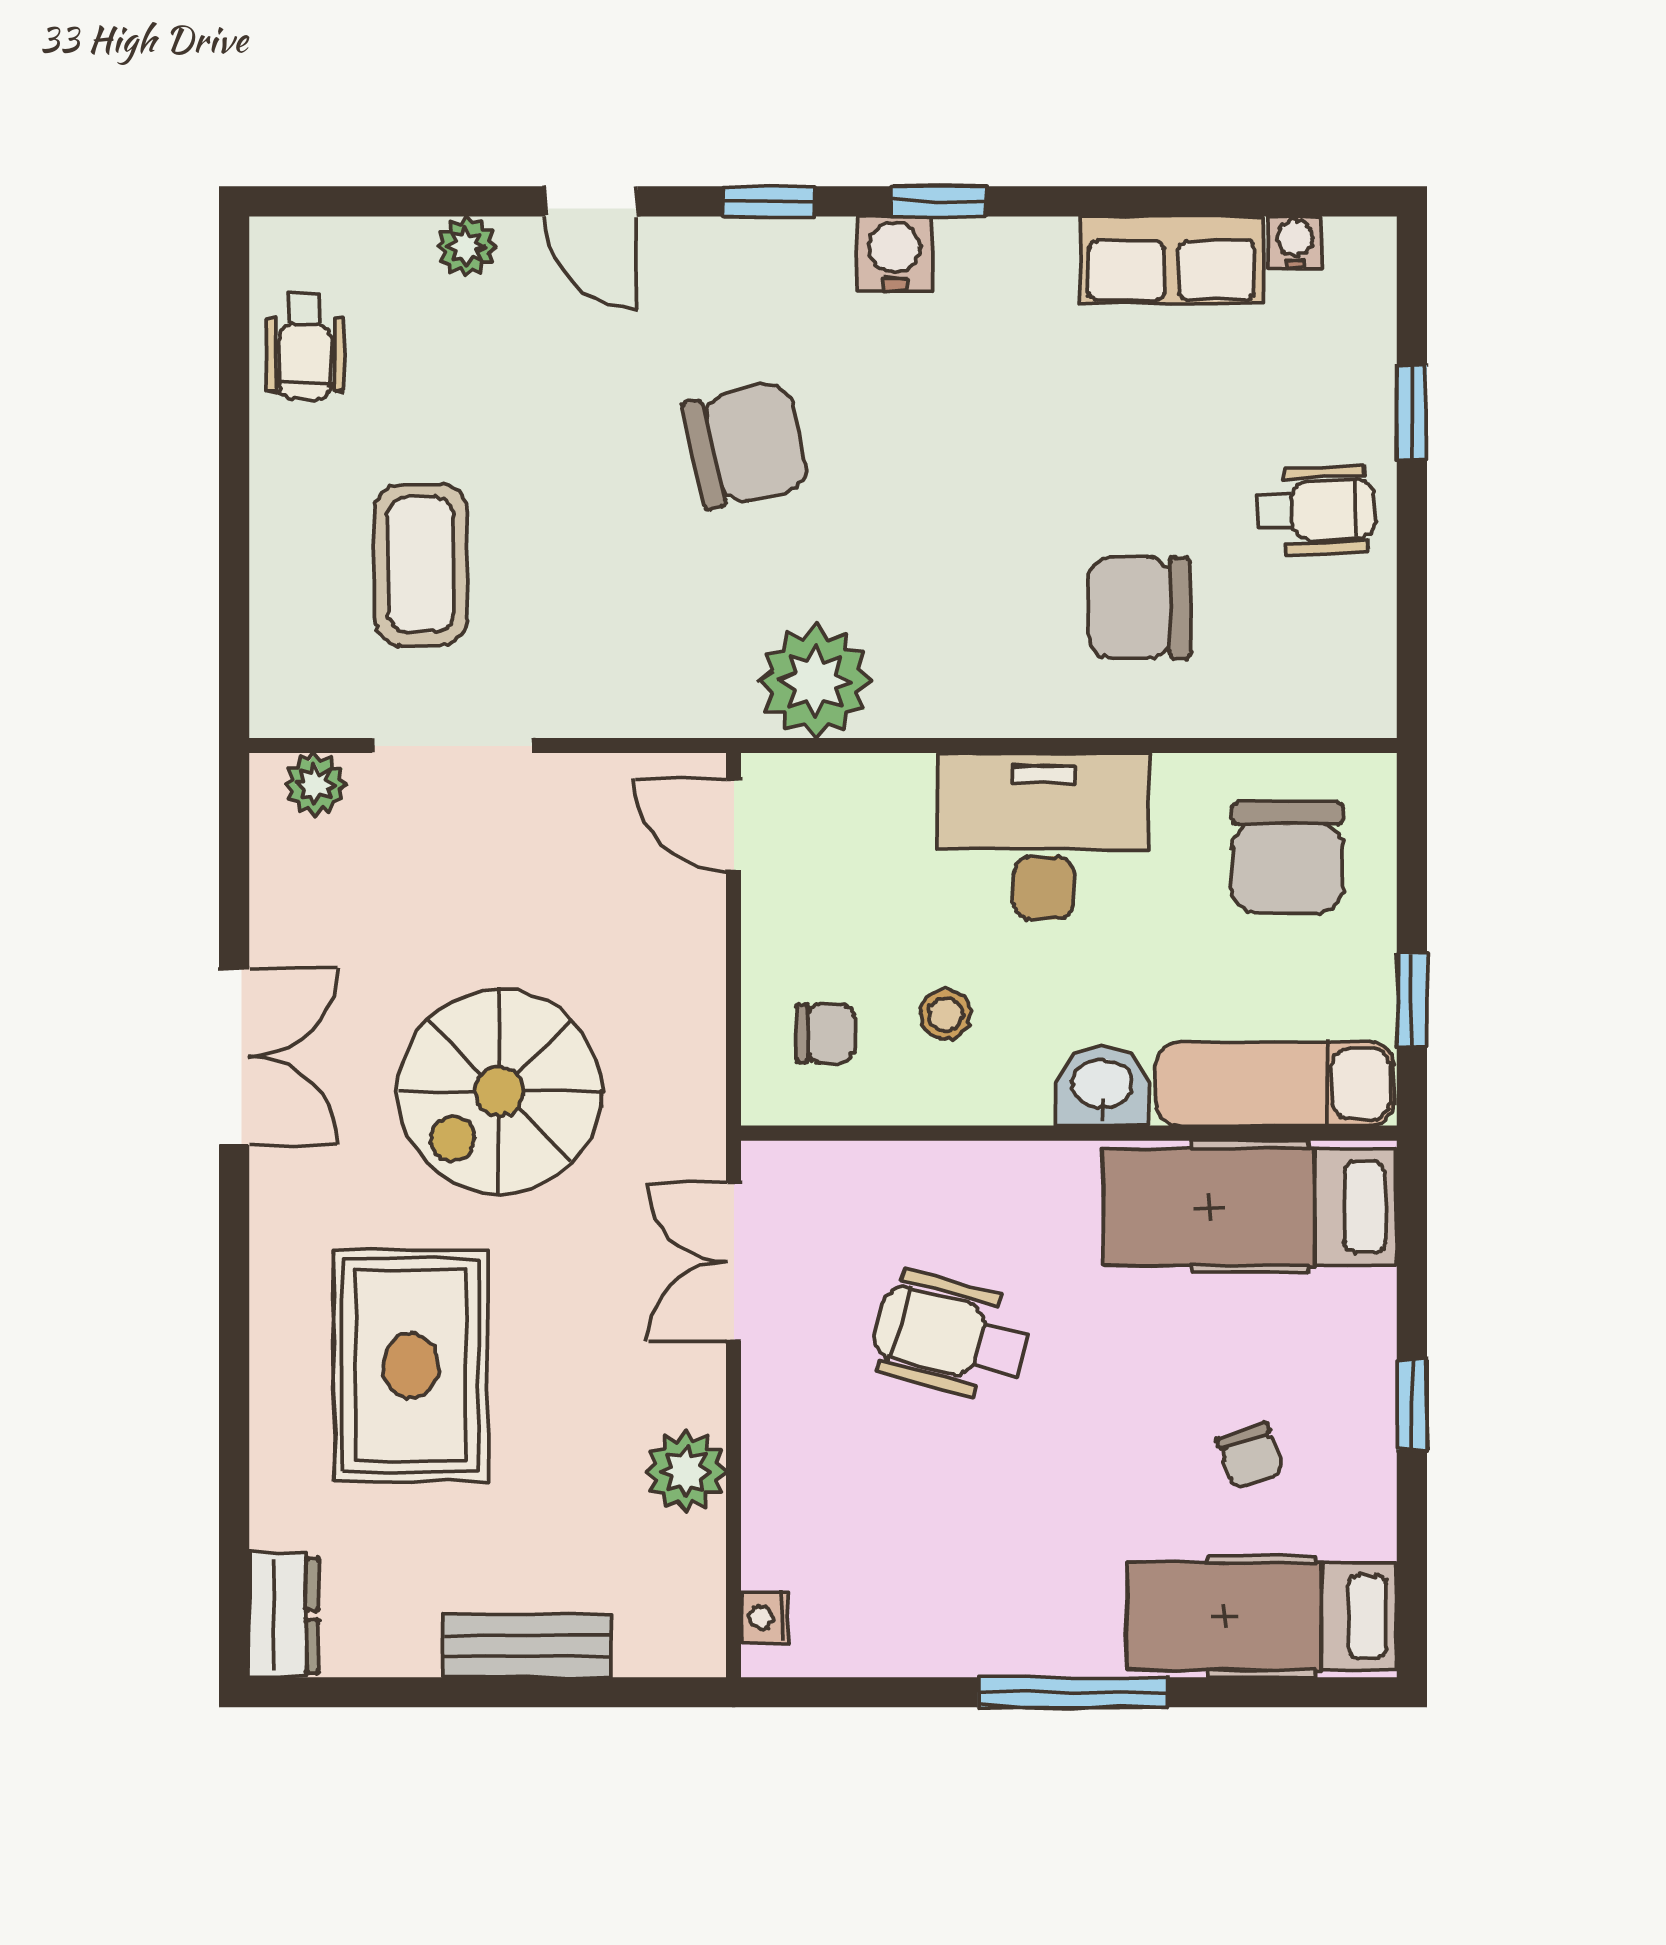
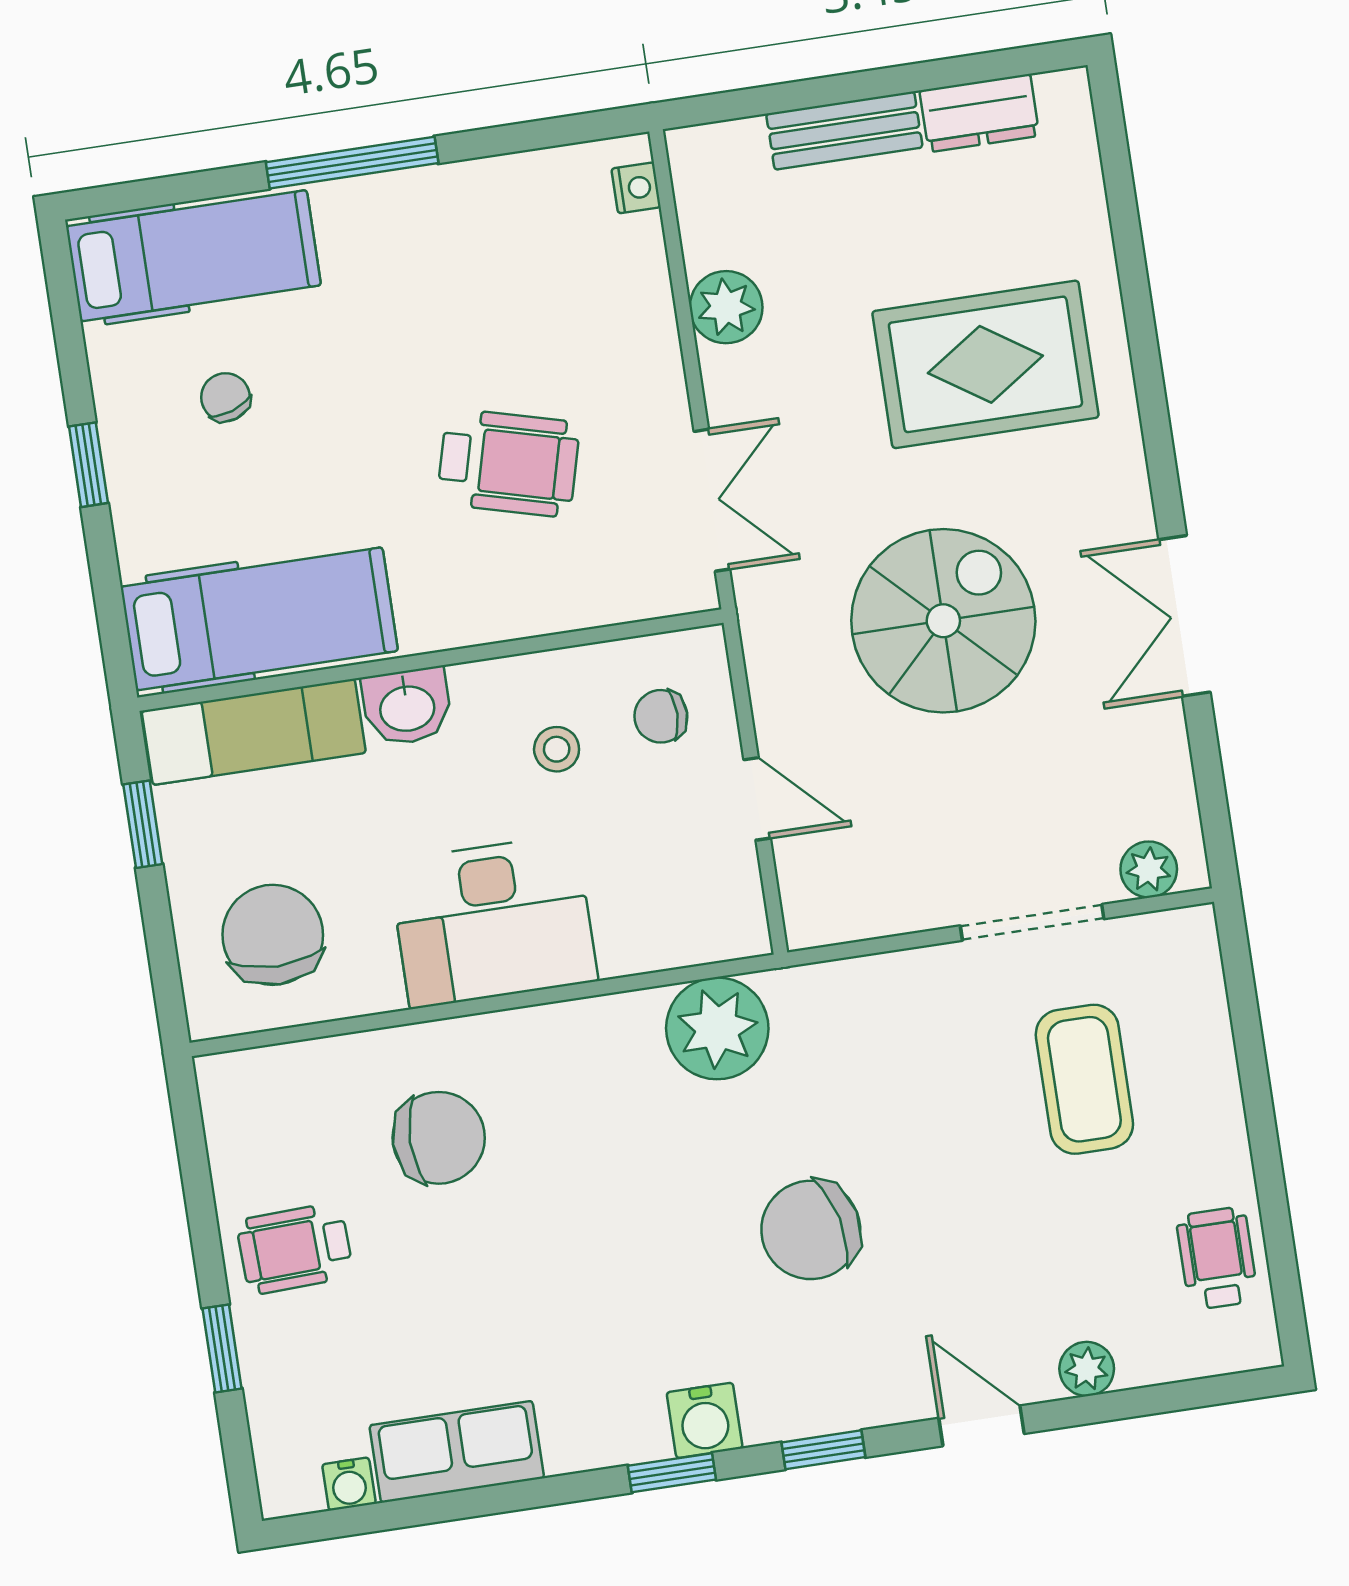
door: (734, 825) -> (757, 799), moved
rug: (411, 1366) -> (985, 364), turned 90
dresser: (284, 1615) -> (979, 113), moved, turned -90

